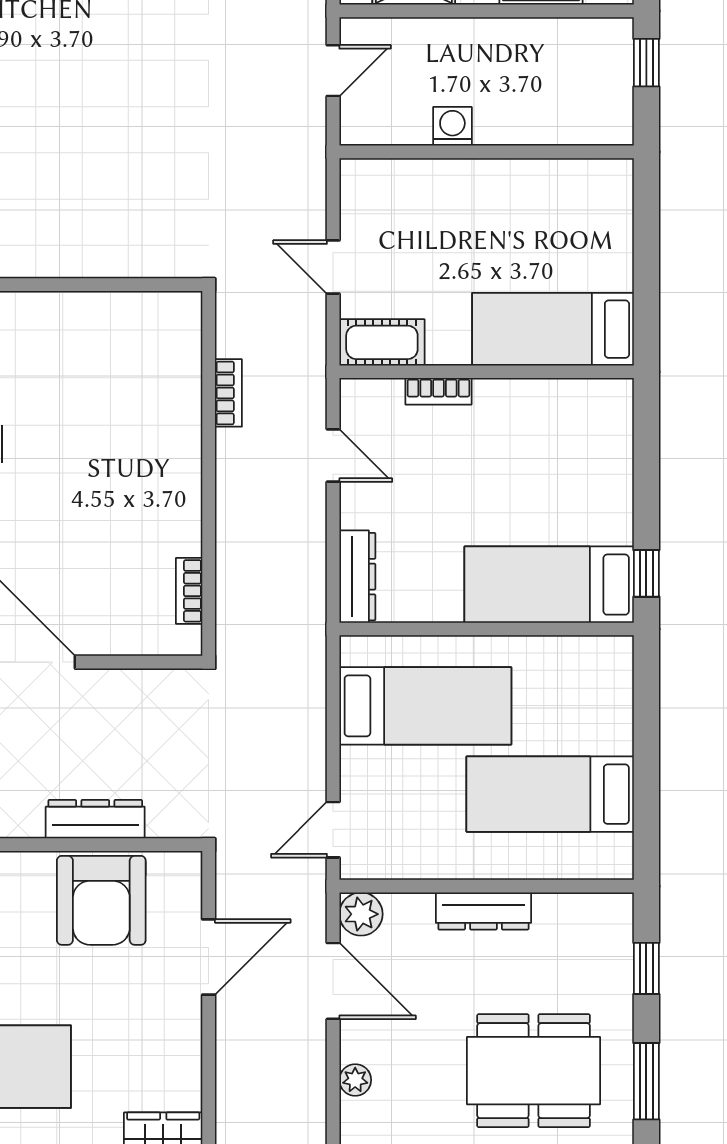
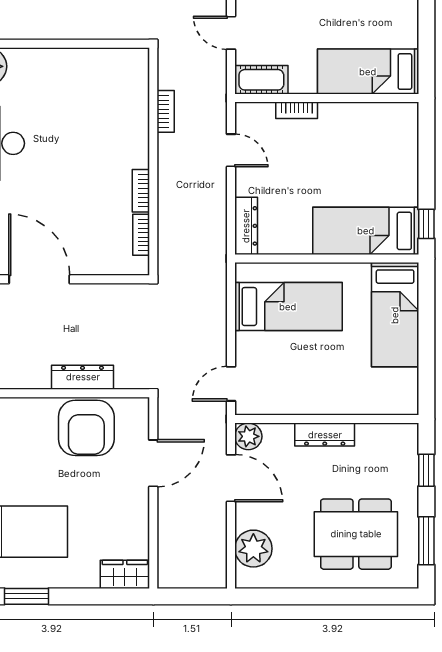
bookcase: (189, 520) -> (141, 191), added
bed: (550, 794) -> (395, 315), moved, turned -90
plant: (355, 1080) -> (253, 549), width x1.87, depth x1.87

